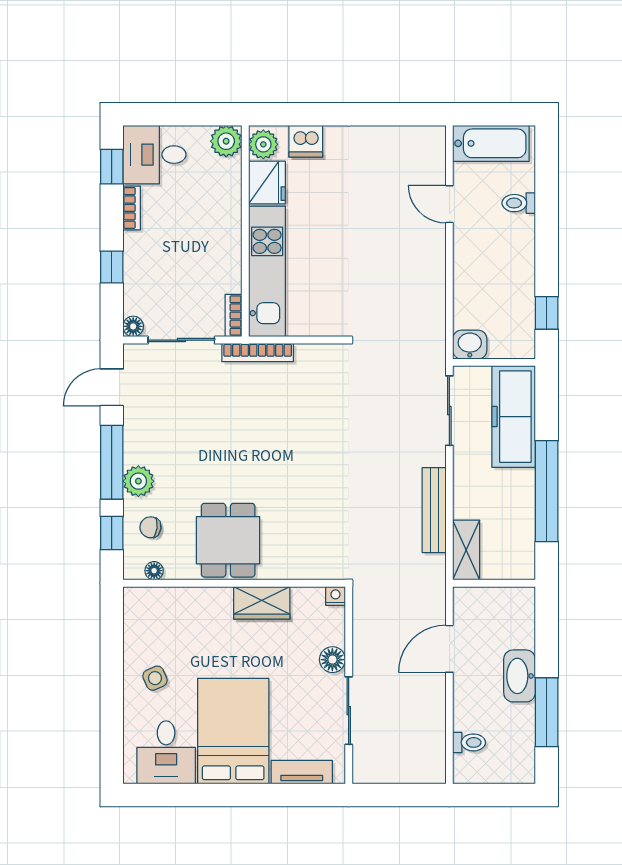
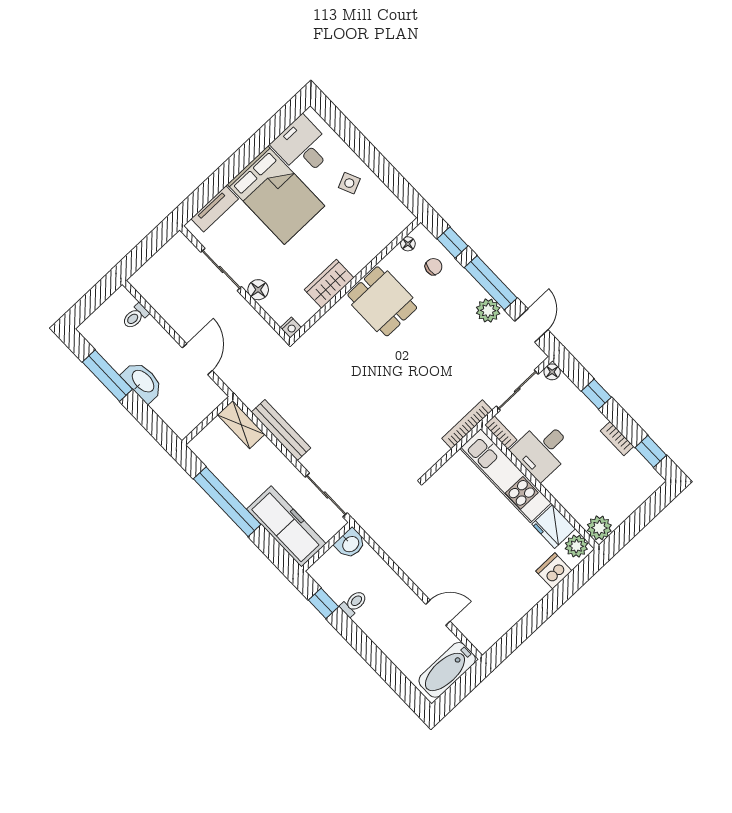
desk: (154, 155) -> (542, 450), moved, turned 180
toilet: (519, 203) -> (354, 603), moved
plant: (138, 481) -> (488, 310), moved

